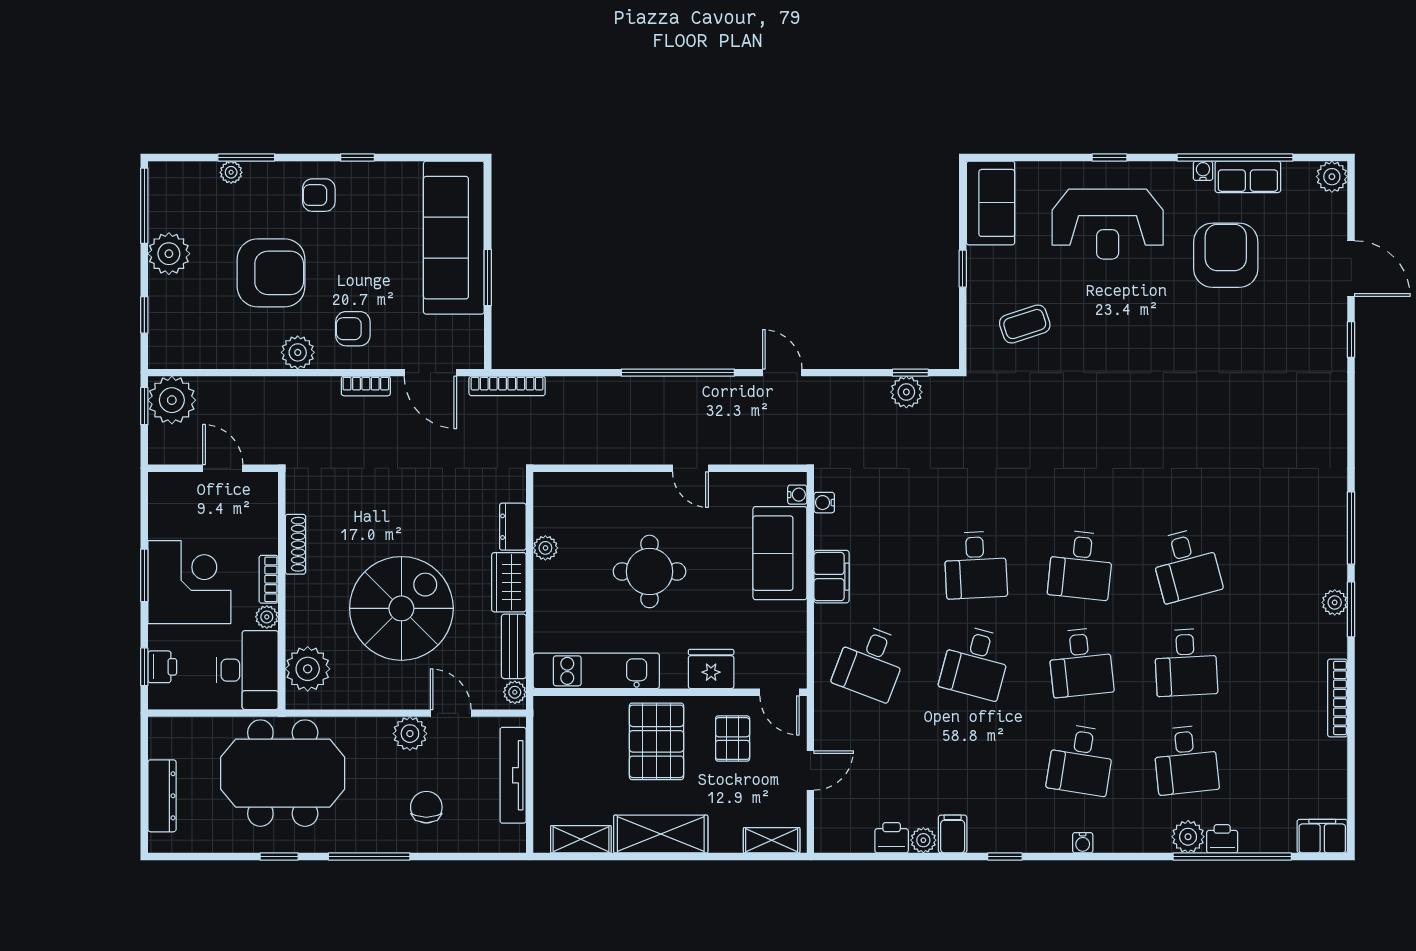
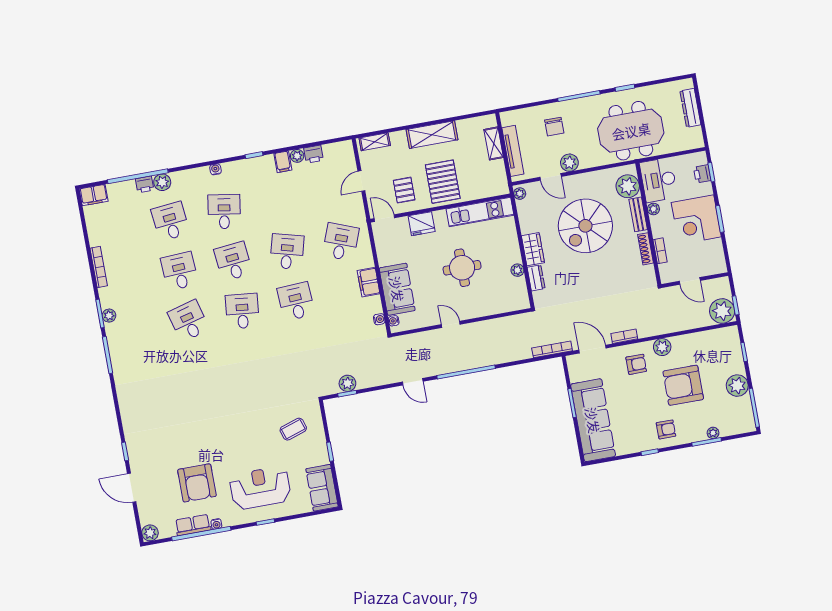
bookcase: (269, 579) -> (660, 251), moved
bench: (514, 646) -> (638, 214), moved
shelving: (581, 839) -> (494, 143), moved, turned 90

